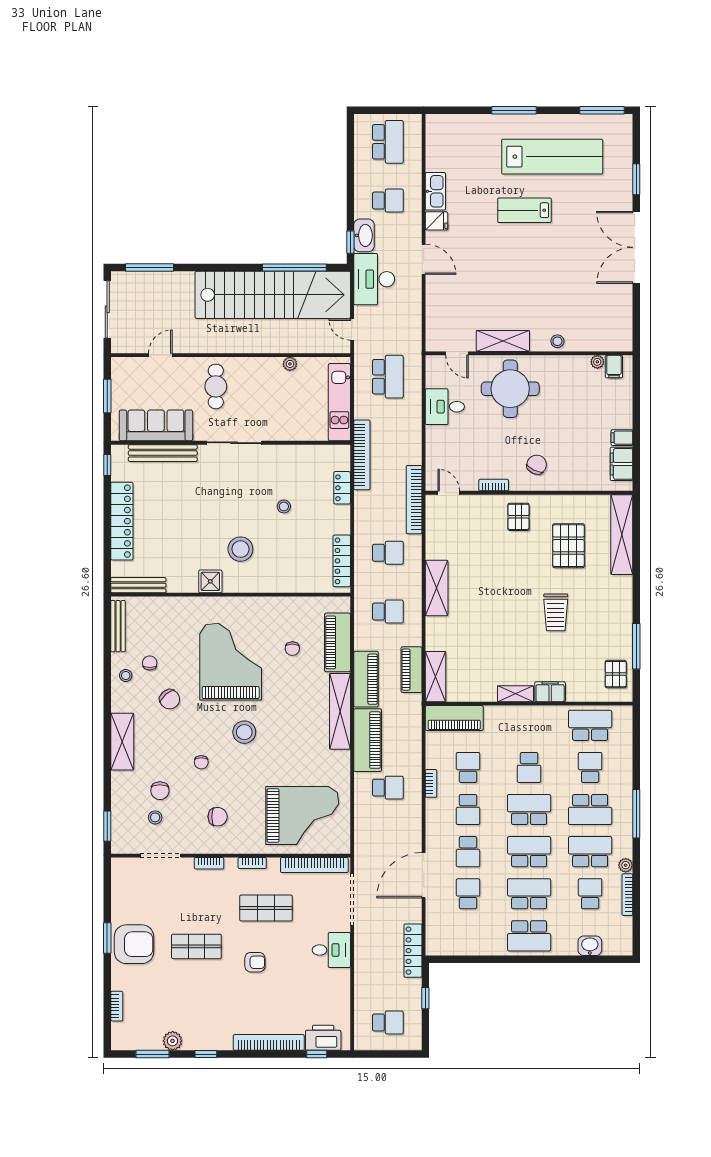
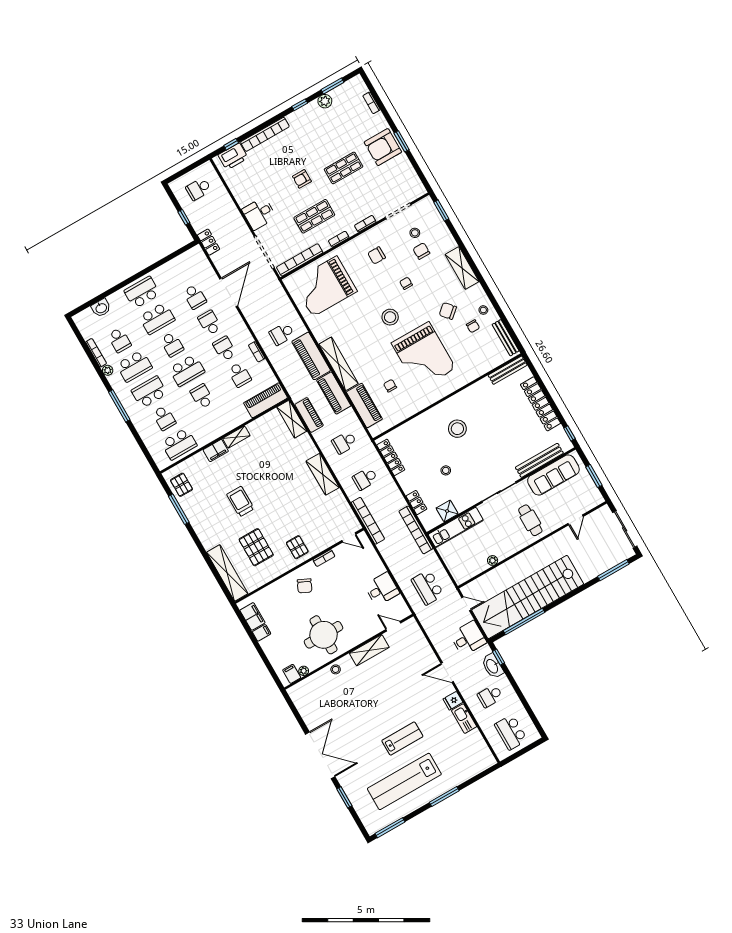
desk: (374, 279) -> (468, 638), width x0.73
round table: (510, 389) -> (324, 635), moved
kitchen unit: (339, 402) -> (456, 527), moved, turned 90
shower: (210, 581) -> (447, 511), moved
school desk: (529, 852) -> (172, 344), width x0.54
locker: (413, 951) -> (208, 242), width x0.66

